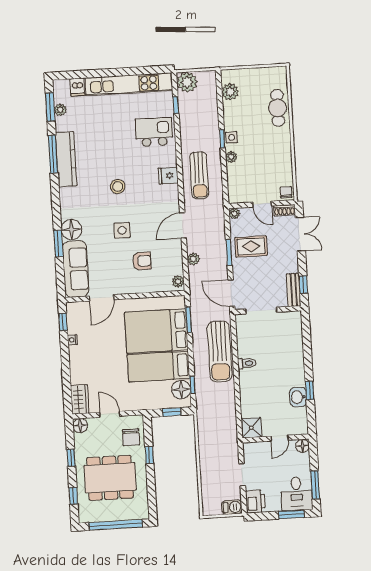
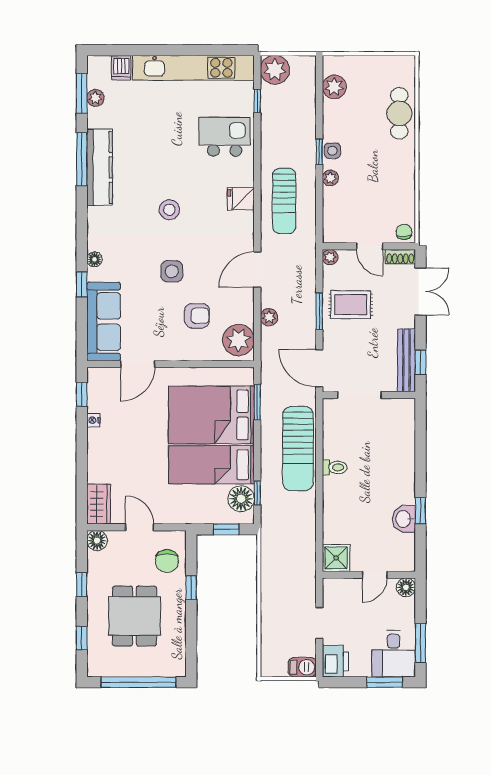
floor lamp: (72, 230) -> (95, 259), width x0.53, depth x0.53
window: (58, 244) -> (82, 284), width x0.67
plant: (178, 281) -> (238, 340), width x1.88, depth x1.88
bench: (294, 290) -> (406, 360), width x1.36
dining table: (110, 478) -> (135, 616), width x0.73

